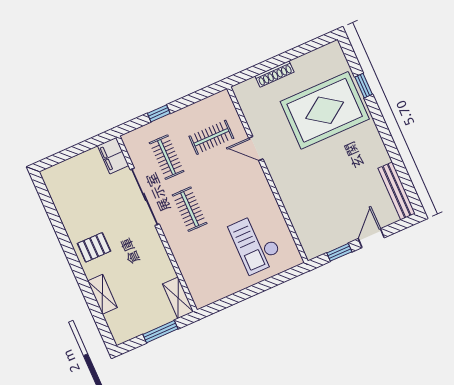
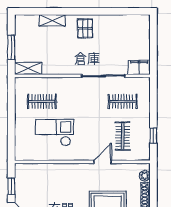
plant: (250, 86) -> (145, 176), added
window: (159, 113) -> (153, 136), moved
clothes rail: (190, 209) -> (42, 101), moved
checkout: (256, 244) -> (55, 133), moved

